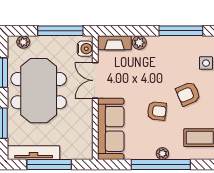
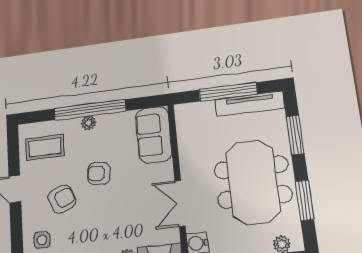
double door: (95, 80) -> (180, 203), swing flipped
sofa: (111, 129) -> (154, 135), width x0.73

